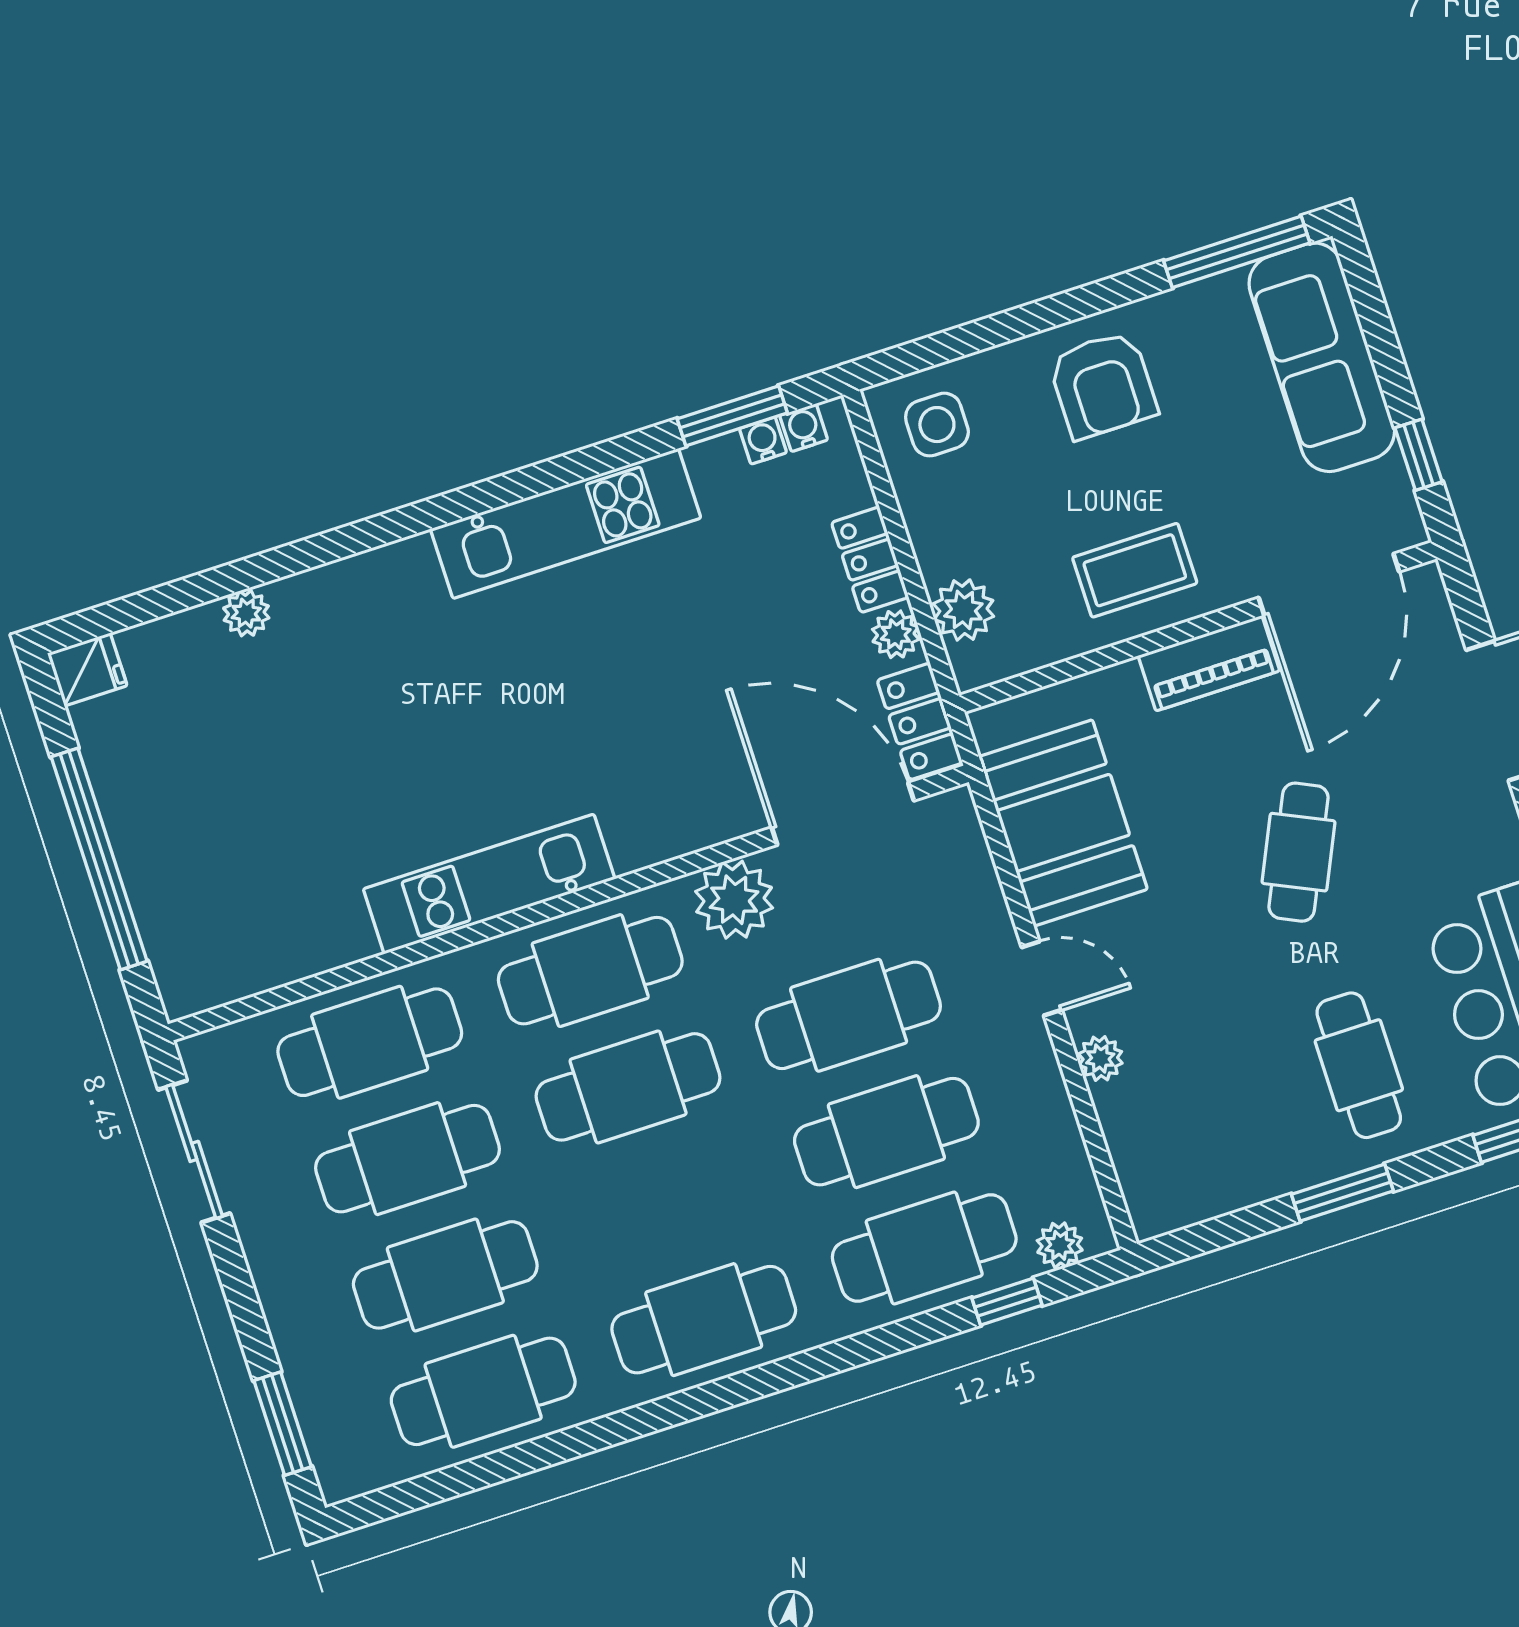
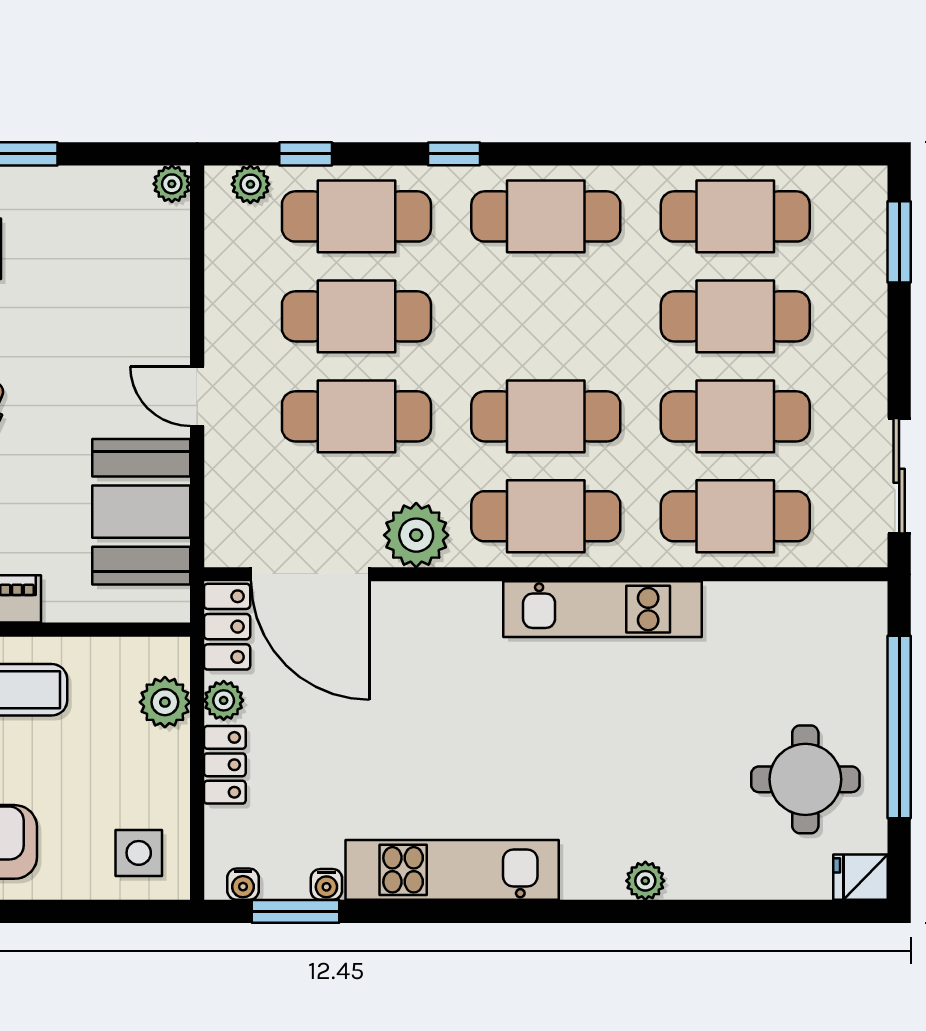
water cooler: (763, 441) -> (326, 884), moved
plant: (246, 613) -> (645, 881), moved
round table: (189, 762) -> (805, 779), added
plant: (1100, 1058) -> (172, 184), moved
window: (834, 1358) -> (454, 154), added

